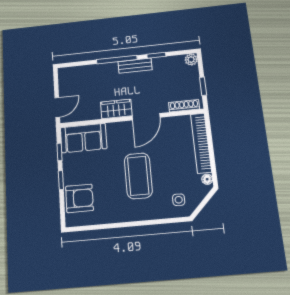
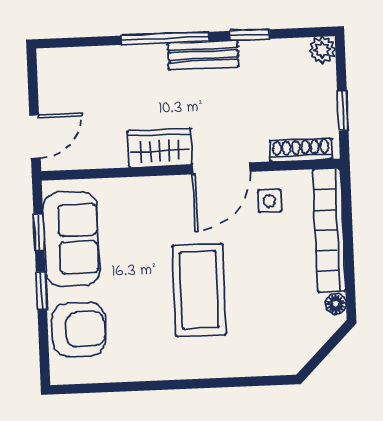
sofa: (84, 138) -> (71, 239), moved, turned -90
side table: (179, 200) -> (269, 201), moved

